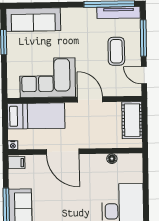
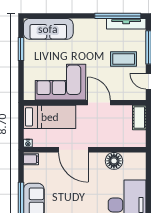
coffee table: (116, 51) -> (124, 59), turned 90
cot: (132, 120) -> (139, 118), width x0.73, depth x0.75
floor lamp: (112, 159) -> (114, 161), width x1.89, depth x1.89

